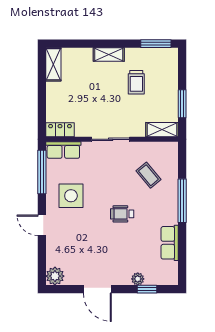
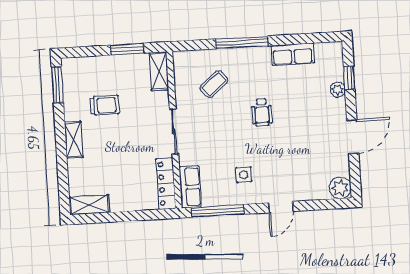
locker: (60, 130) -> (166, 183), width x1.53
side table: (71, 196) -> (244, 175), width x0.54, depth x0.54

